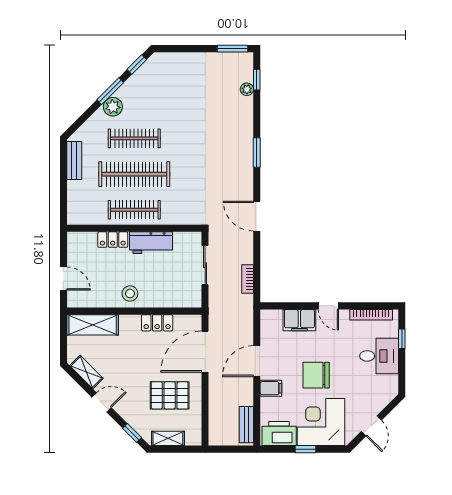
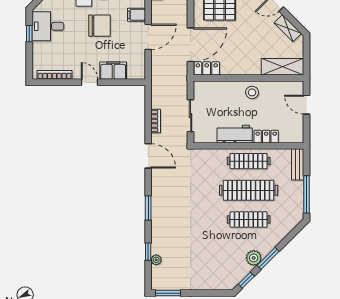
window: (257, 80) -> (148, 252), moved
plant: (113, 107) -> (254, 258), moved
bench: (74, 160) -> (298, 164), moved
window: (63, 169) -> (307, 194), added
bookcase: (248, 279) -> (156, 121), moved
locker: (157, 323) -> (207, 68), moved
window: (402, 339) -> (29, 34), moved
desk: (379, 356) -> (48, 26), moved

